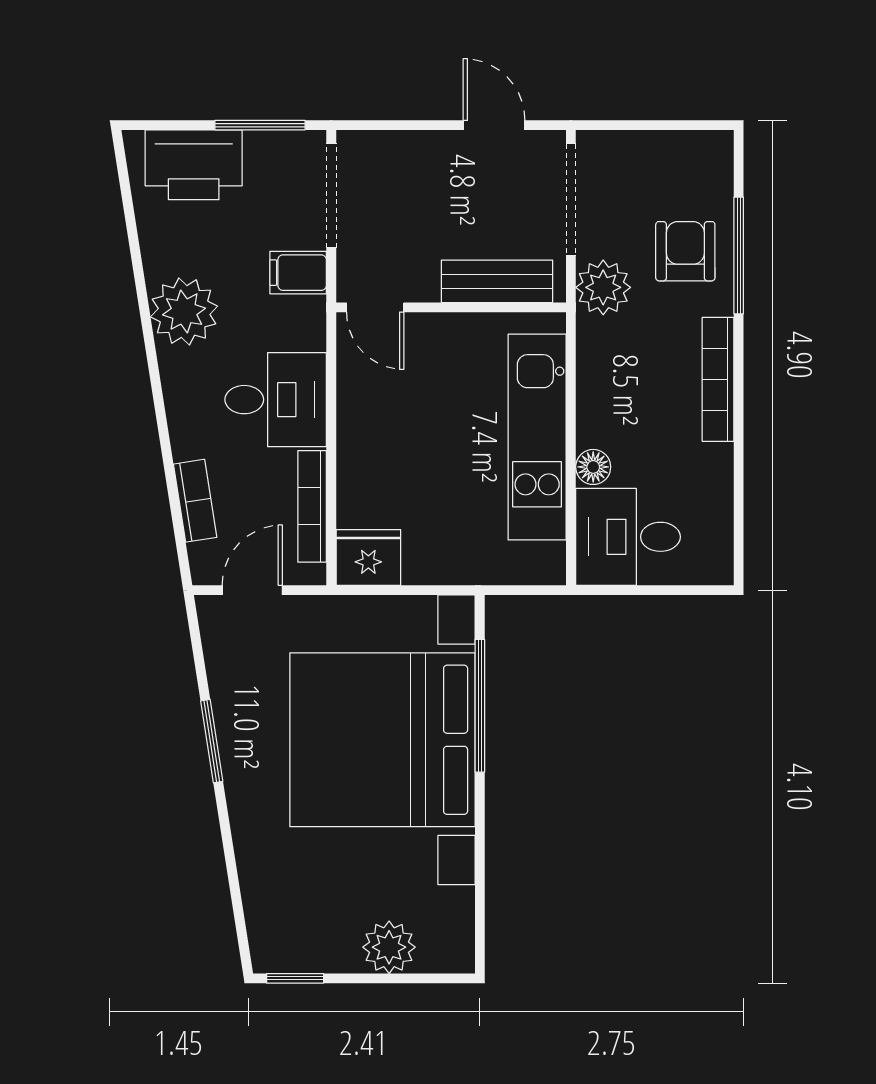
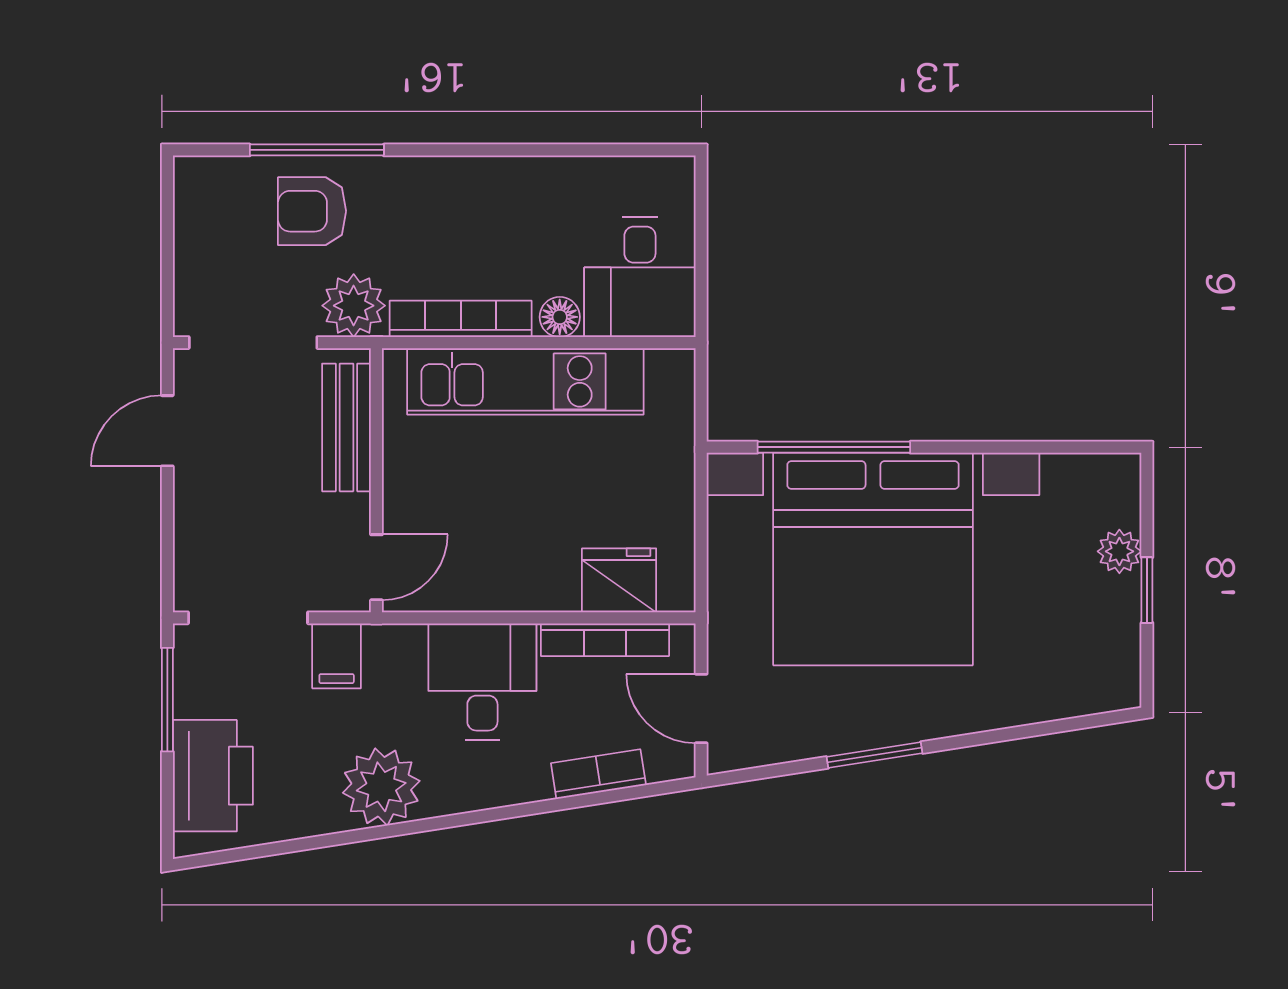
bookcase: (718, 379) -> (461, 319), moved, turned 180
fridge: (368, 557) -> (619, 580), moved, turned 90
plant: (389, 947) -> (1119, 551), width x0.73, depth x0.73
window: (295, 978) -> (1147, 590), moved

